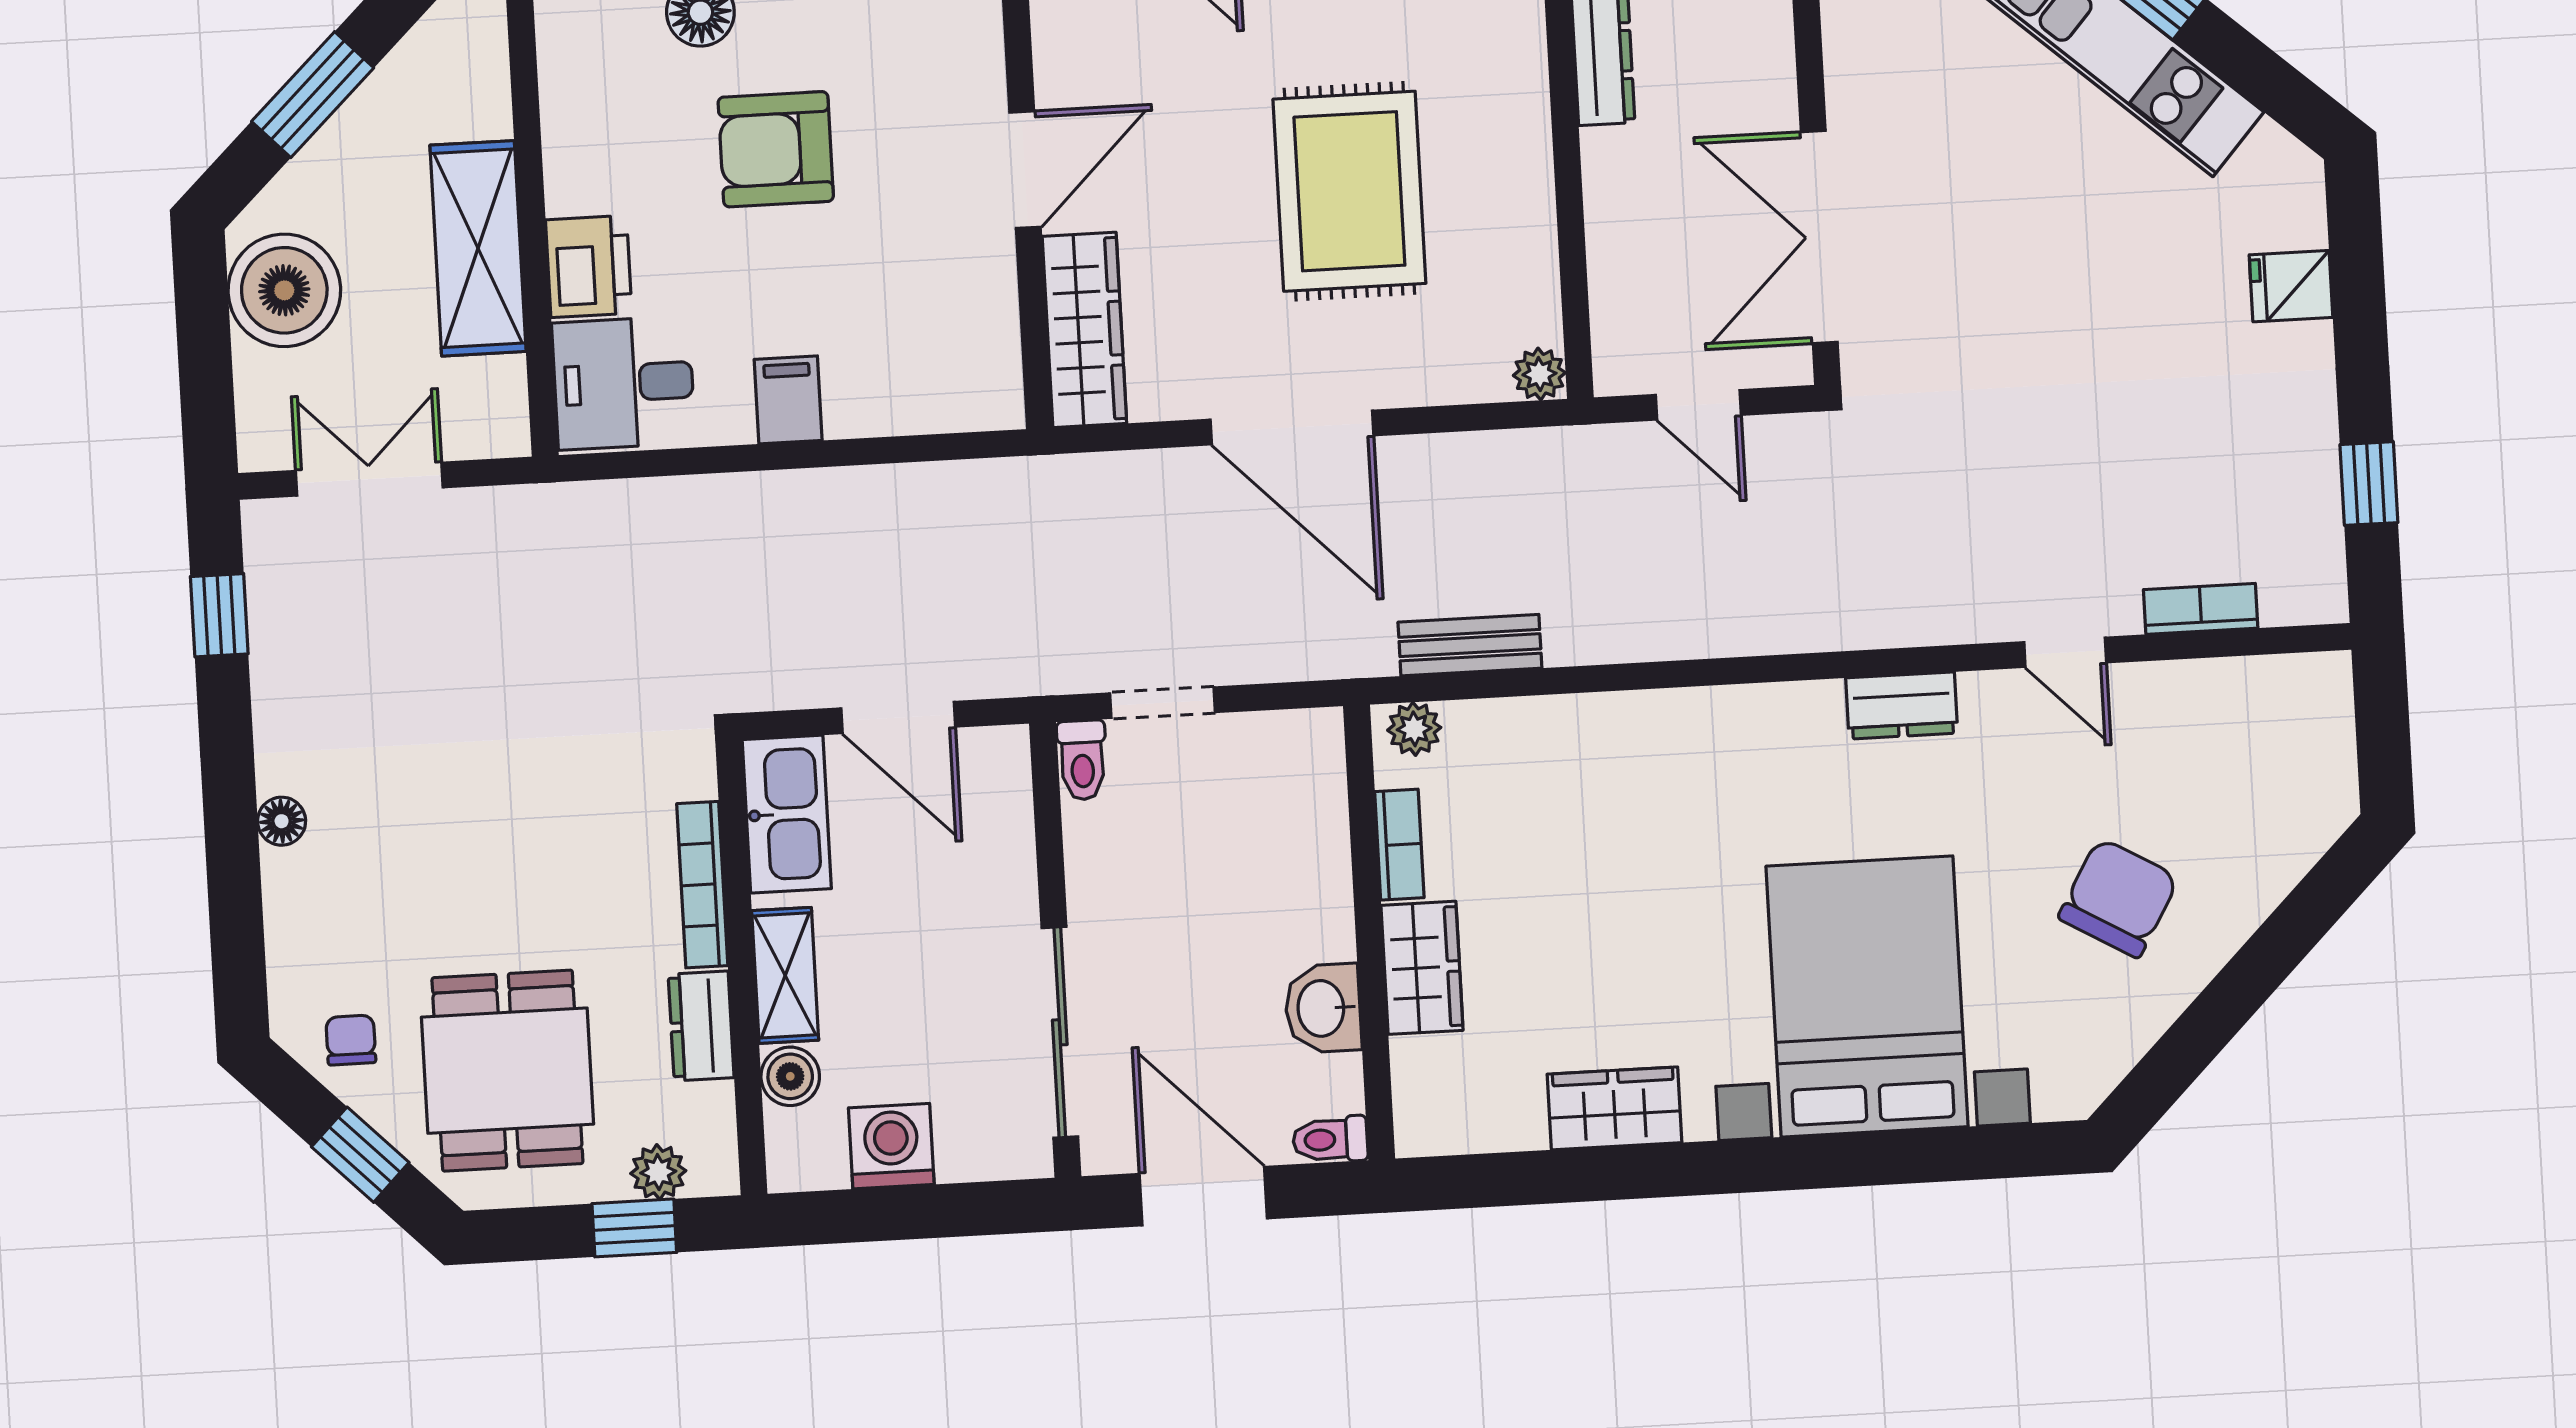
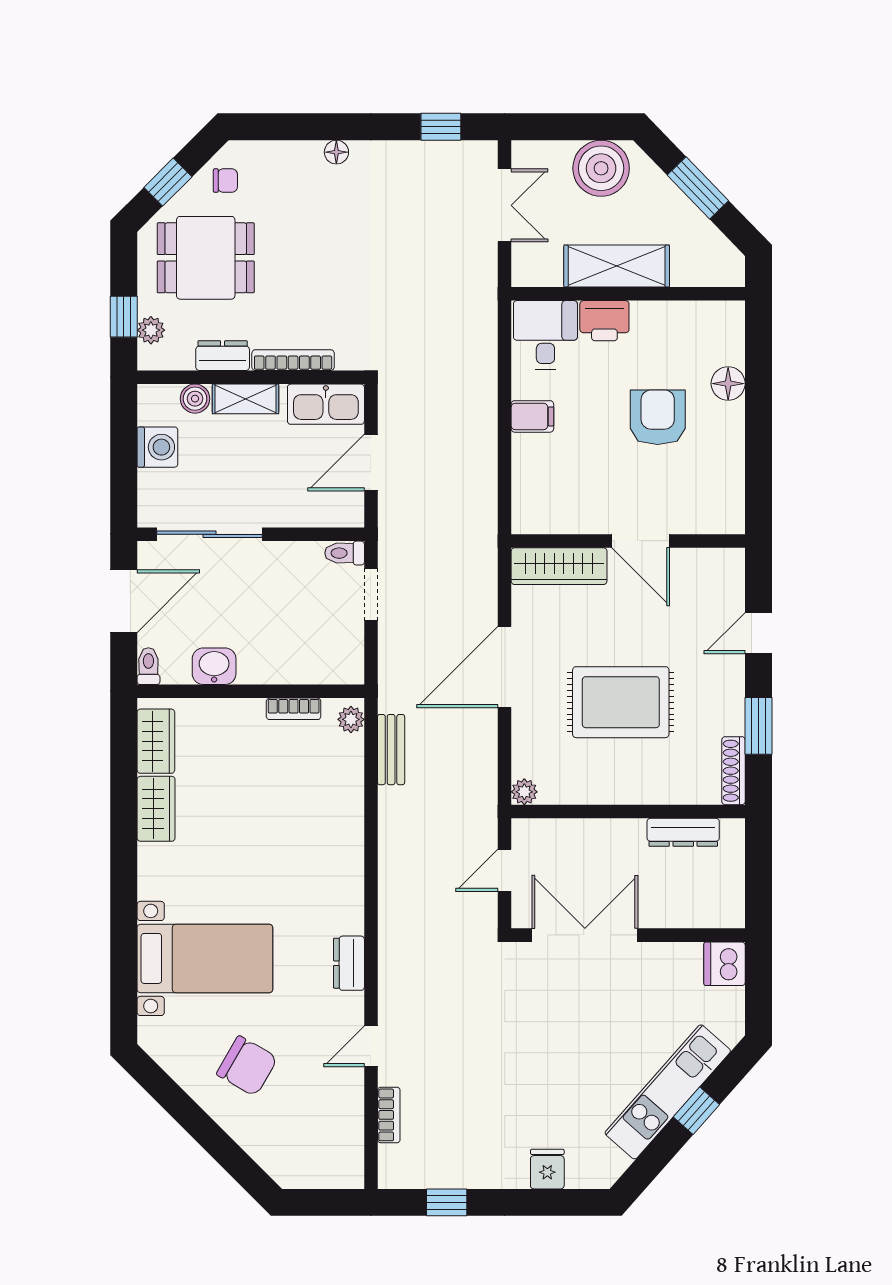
wardrobe: (1422, 968) -> (156, 741), moved, turned -90
bed with nightstands: (1867, 996) -> (205, 958), width x0.73

